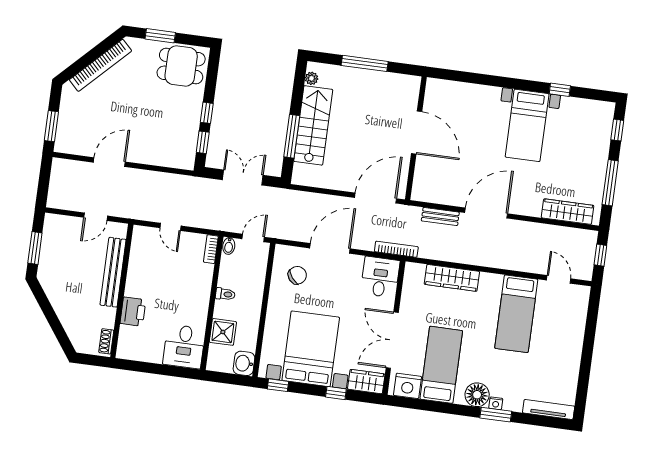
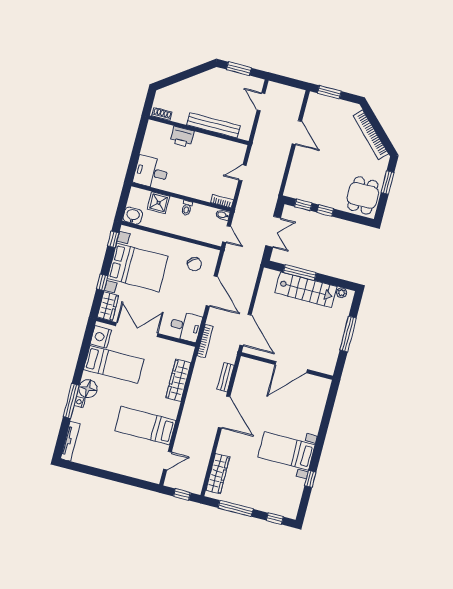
door: (96, 217) -> (261, 102), moved
window: (496, 415) -> (71, 401), width x1.44

